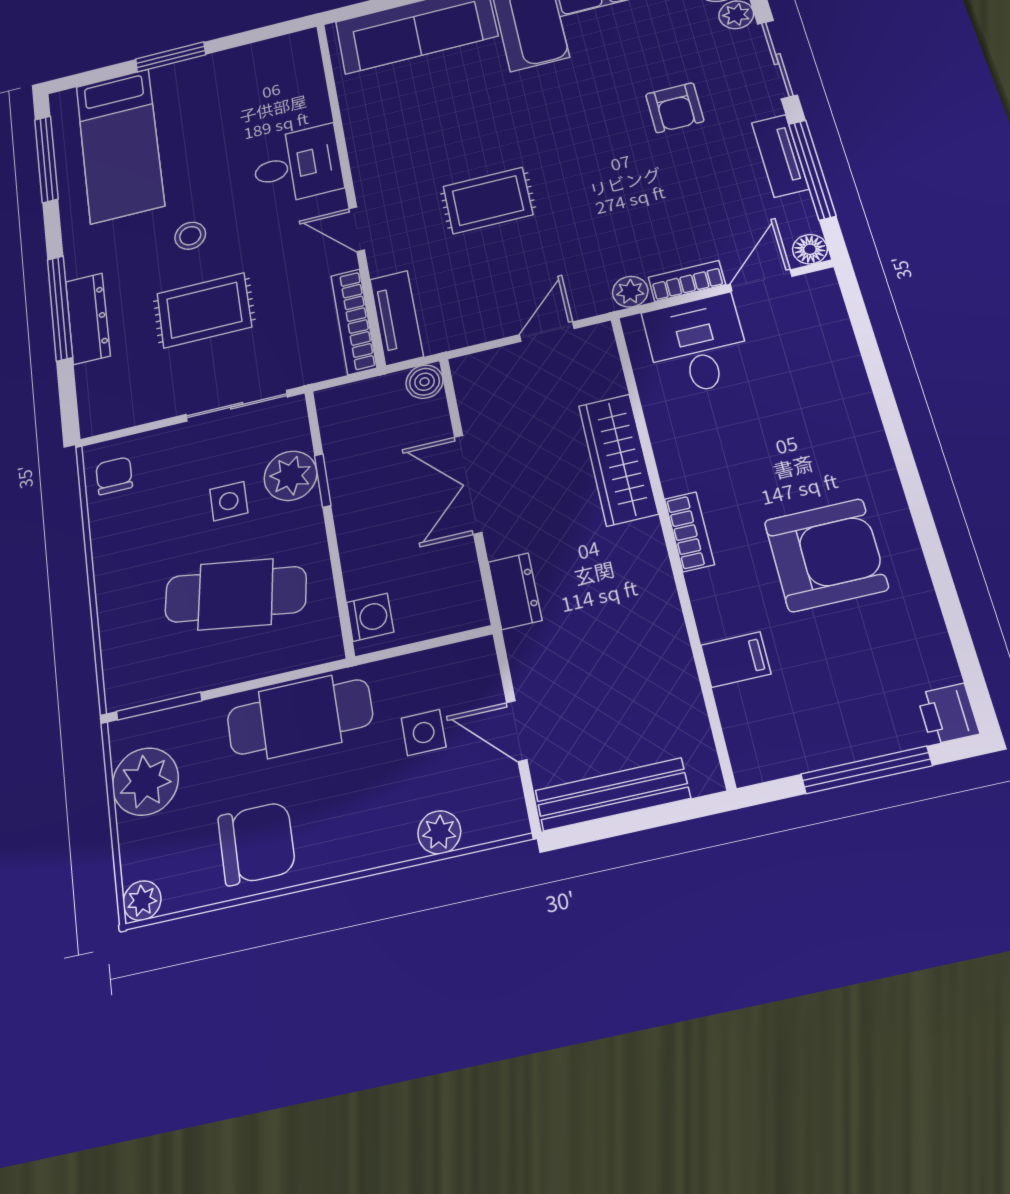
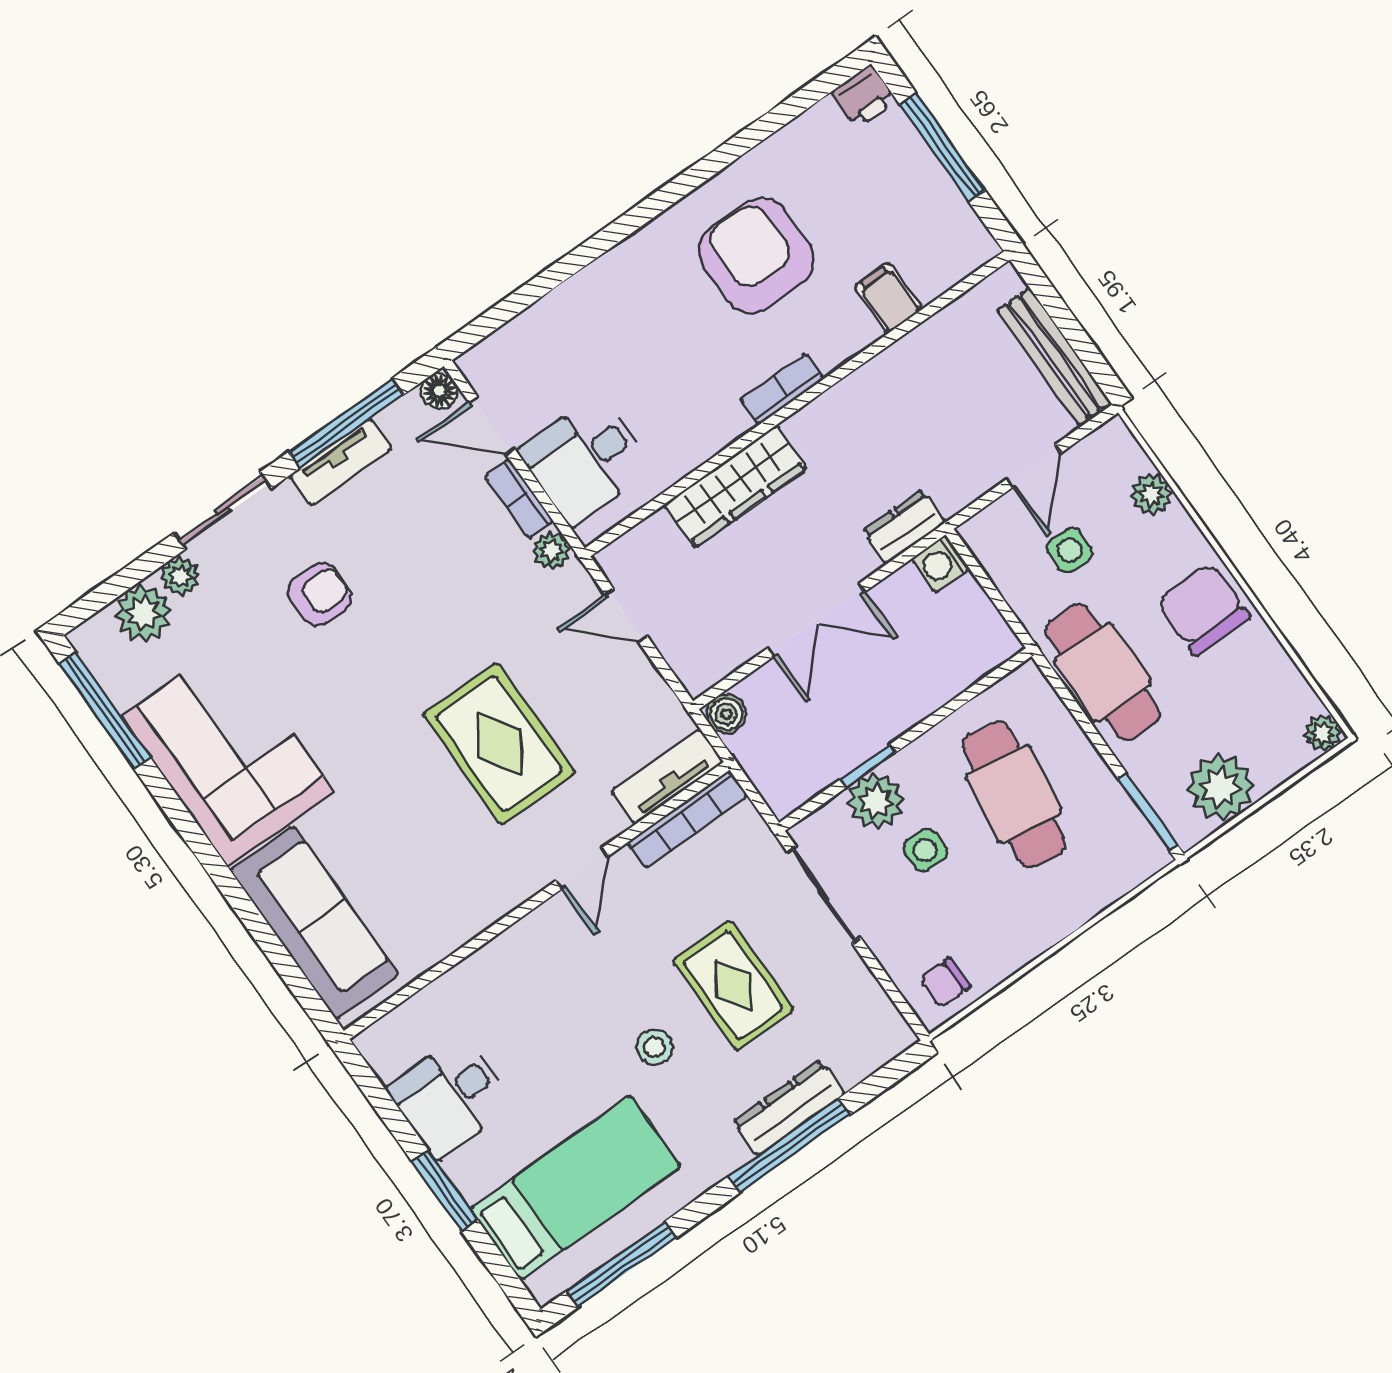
desk: (297, 165) -> (450, 1097), moved, turned -90
rug: (488, 201) -> (499, 744), width x1.36, depth x1.43
washing machine: (370, 617) -> (941, 564), moved, turned -90
chair: (257, 843) -> (1204, 609), moved

